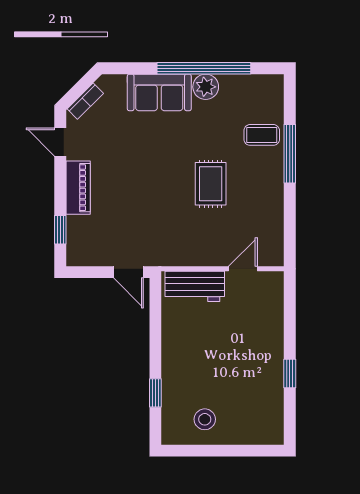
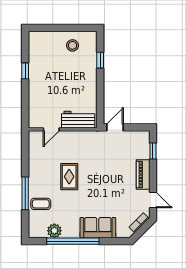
plant: (206, 87) -> (54, 231), moved
door: (129, 272) -> (115, 127), hinge flipped

